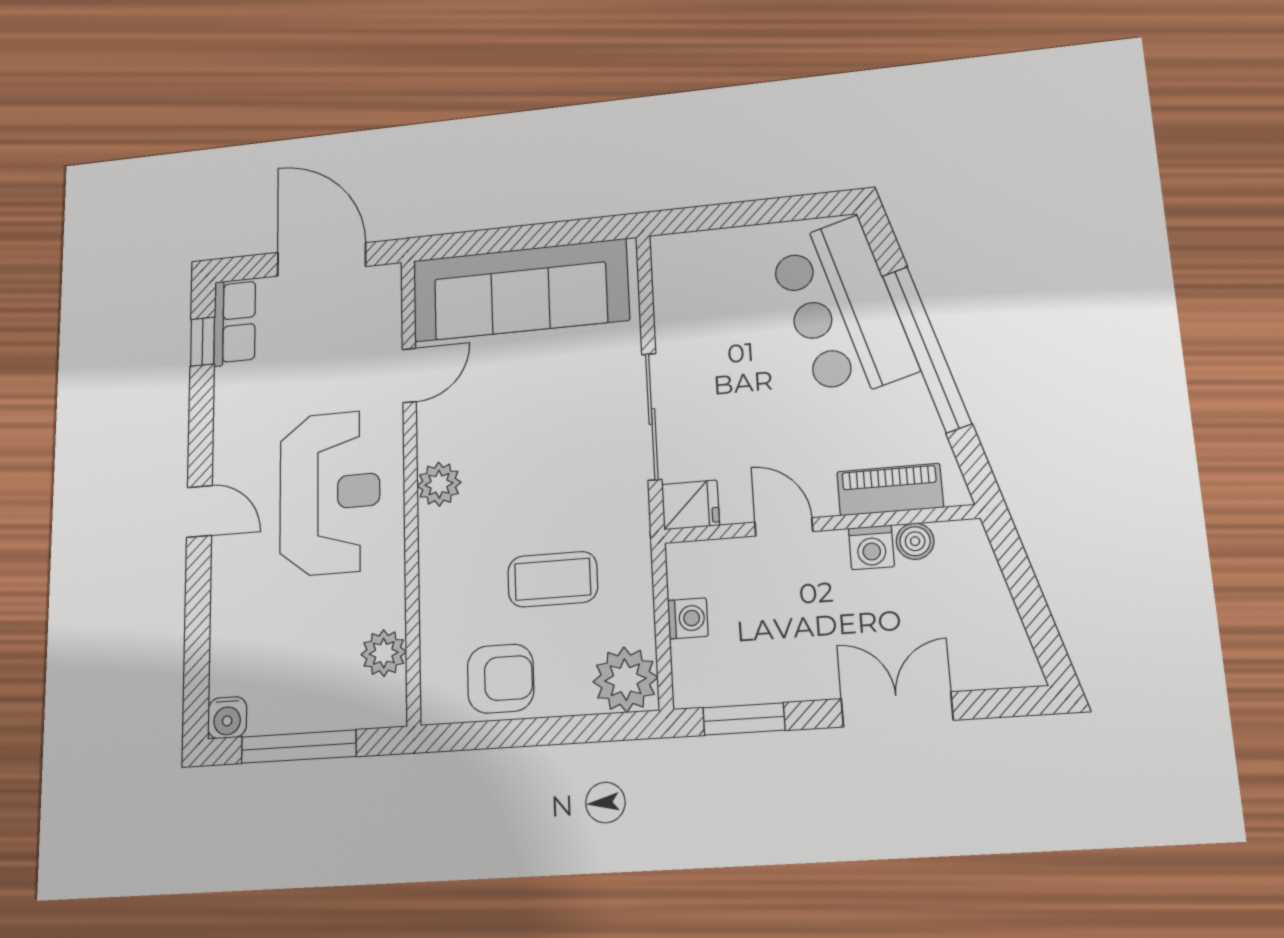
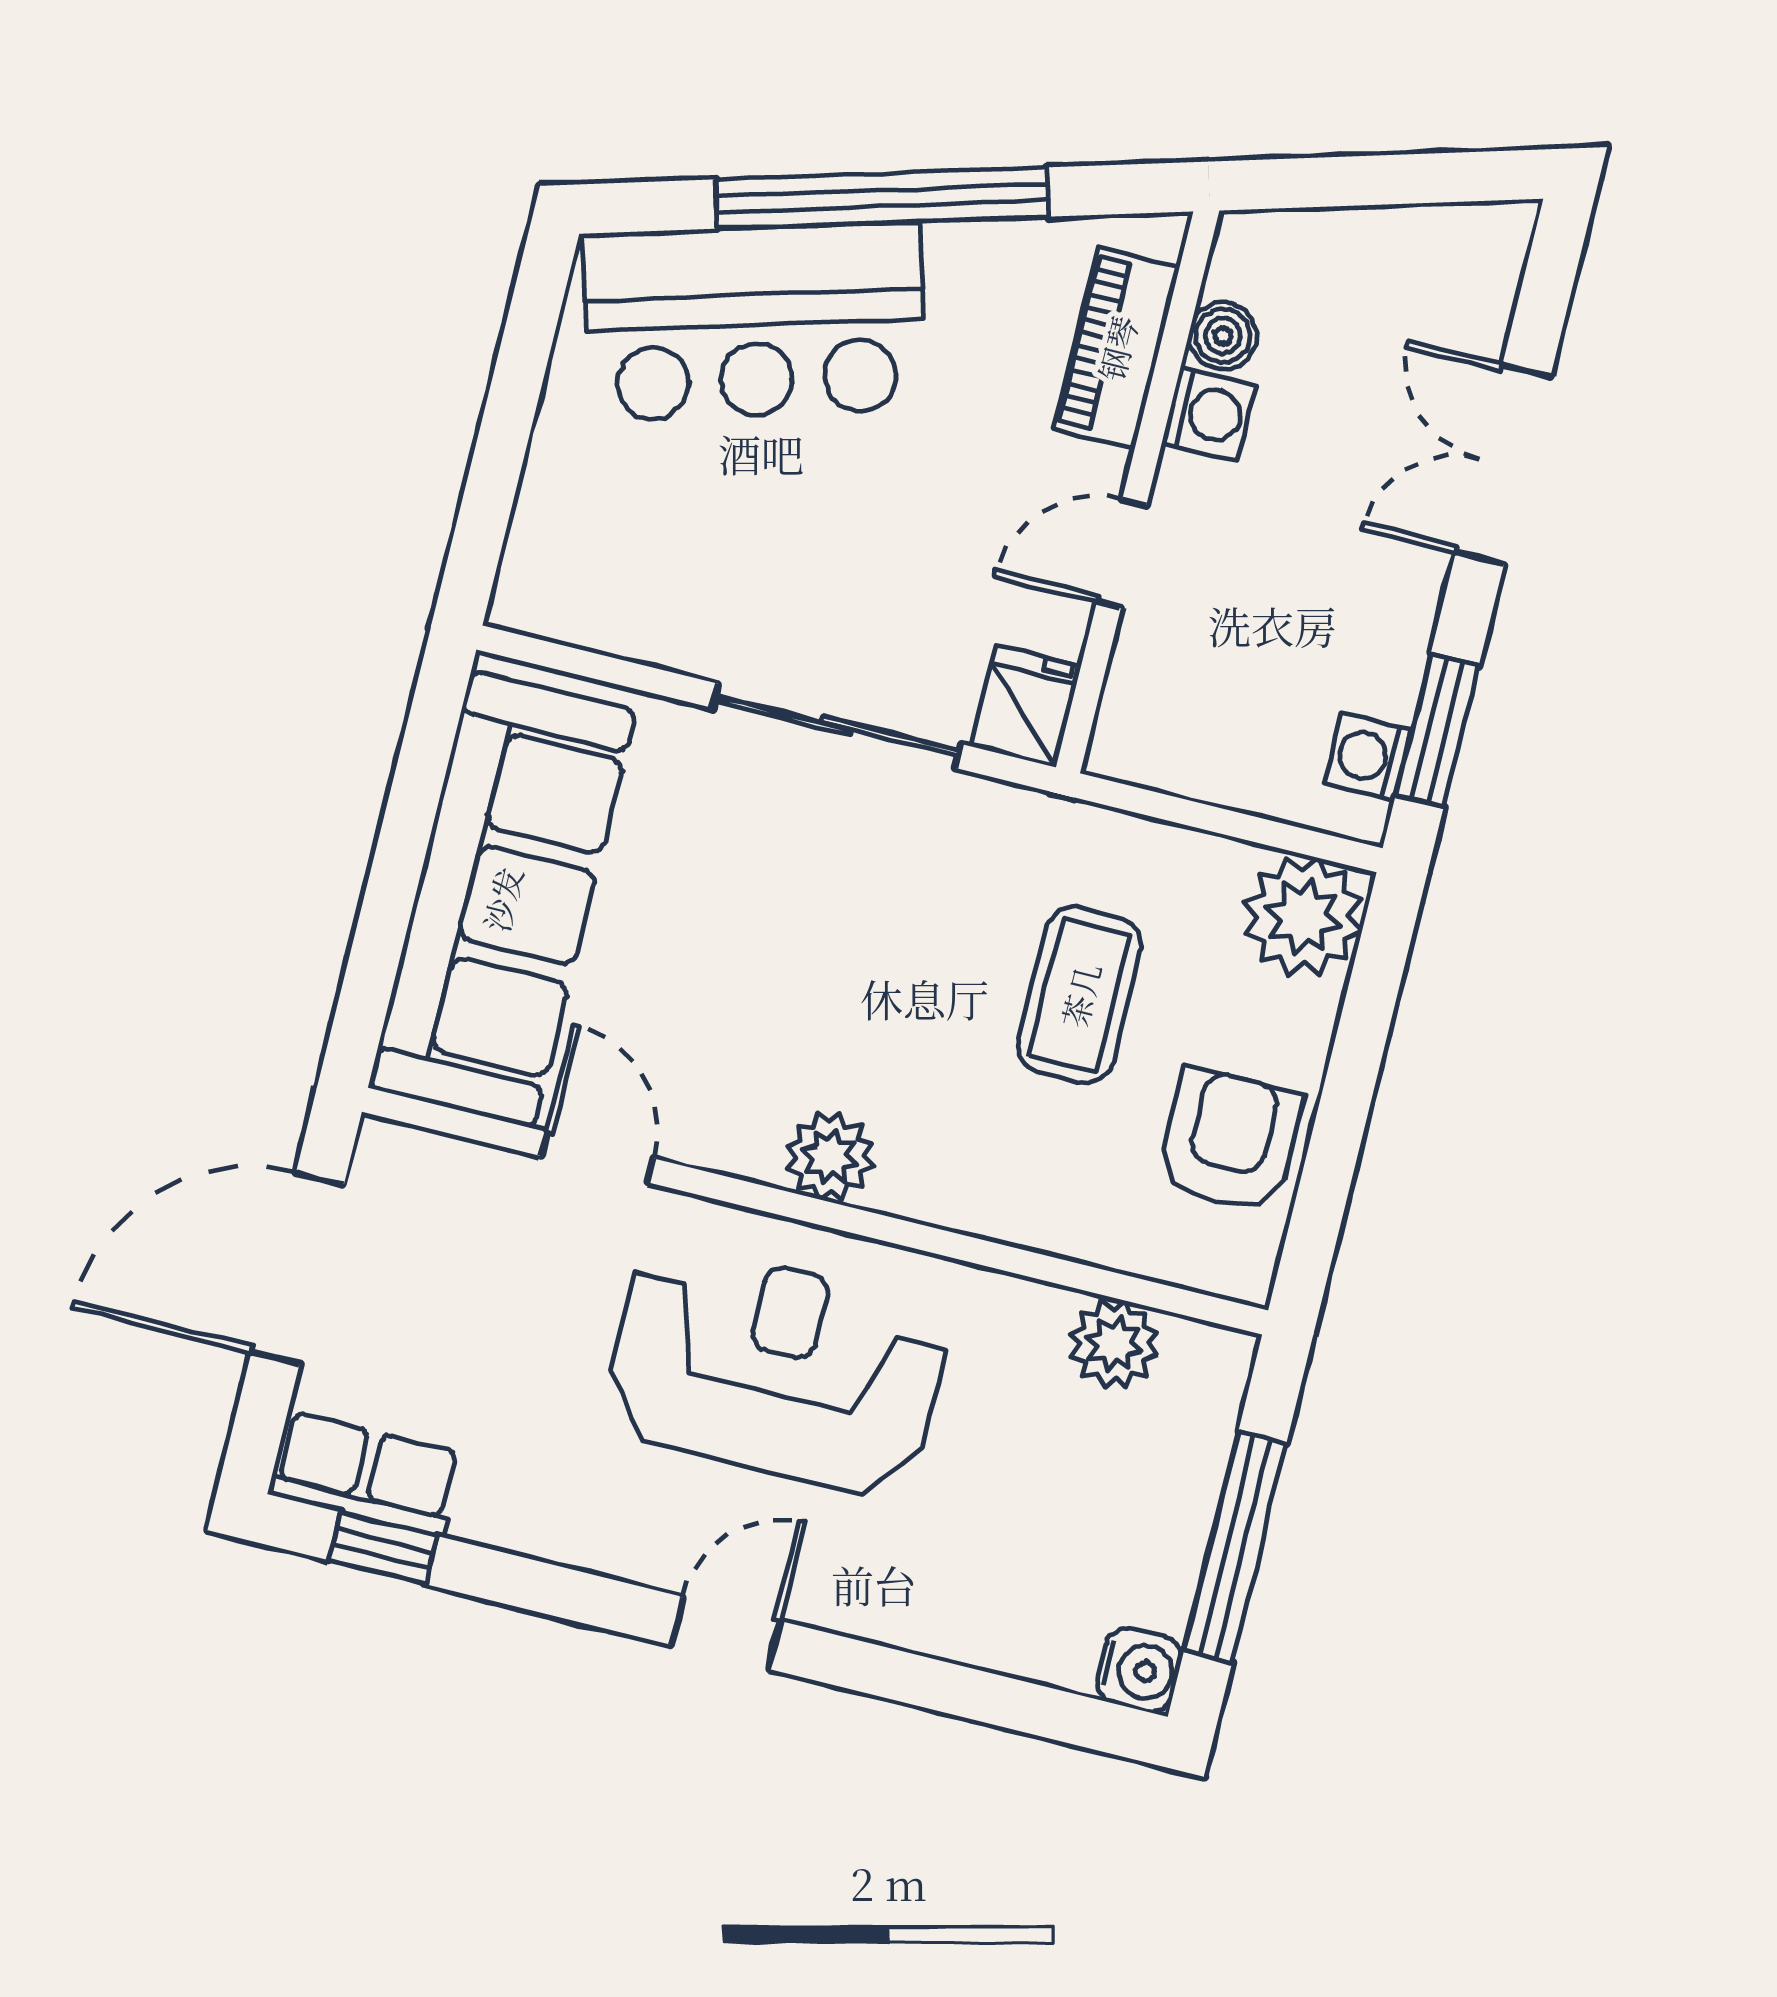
washing machine: (688, 618) -> (1368, 757), moved, turned -90

